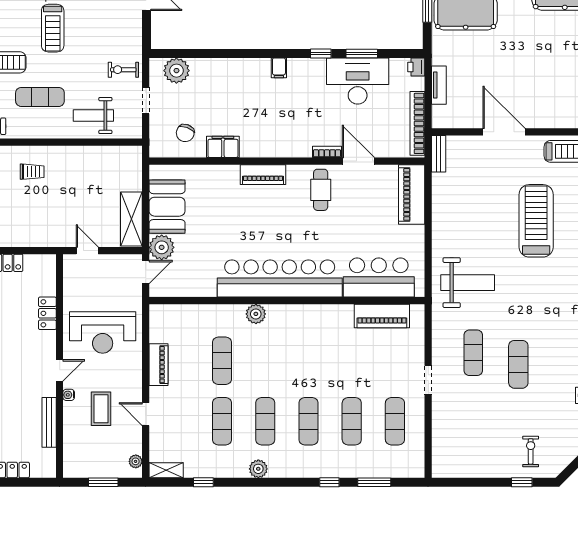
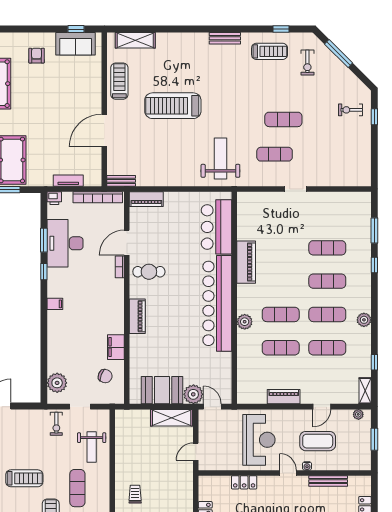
piano: (412, 194) -> (146, 199), width x0.73, depth x0.75
piano: (382, 316) -> (246, 262), moved
coffee table: (101, 409) -> (318, 441), width x1.36, depth x1.32
exercise mat: (395, 421) -> (281, 314), moved

